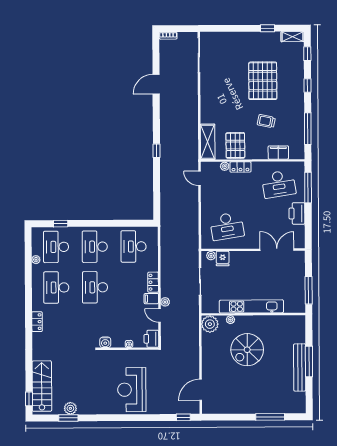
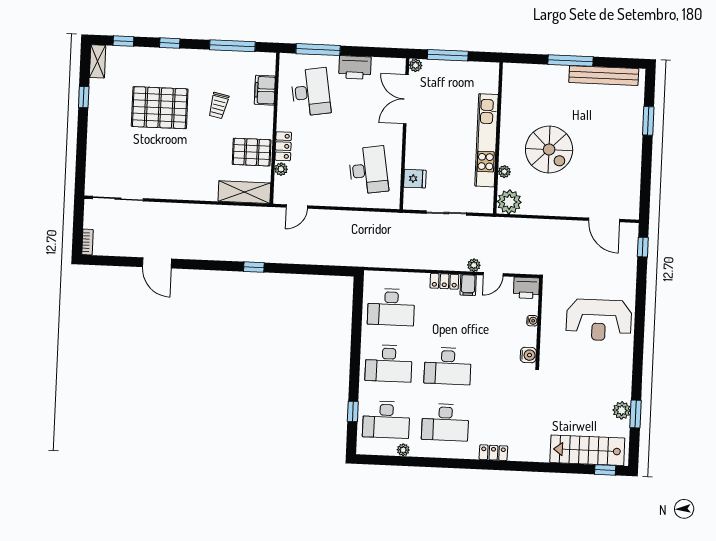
plant: (211, 256) -> (416, 65), moved
window: (309, 290) -> (448, 55), moved
bench: (300, 367) -> (604, 76), moved
window: (270, 417) -> (648, 121), width x0.69

